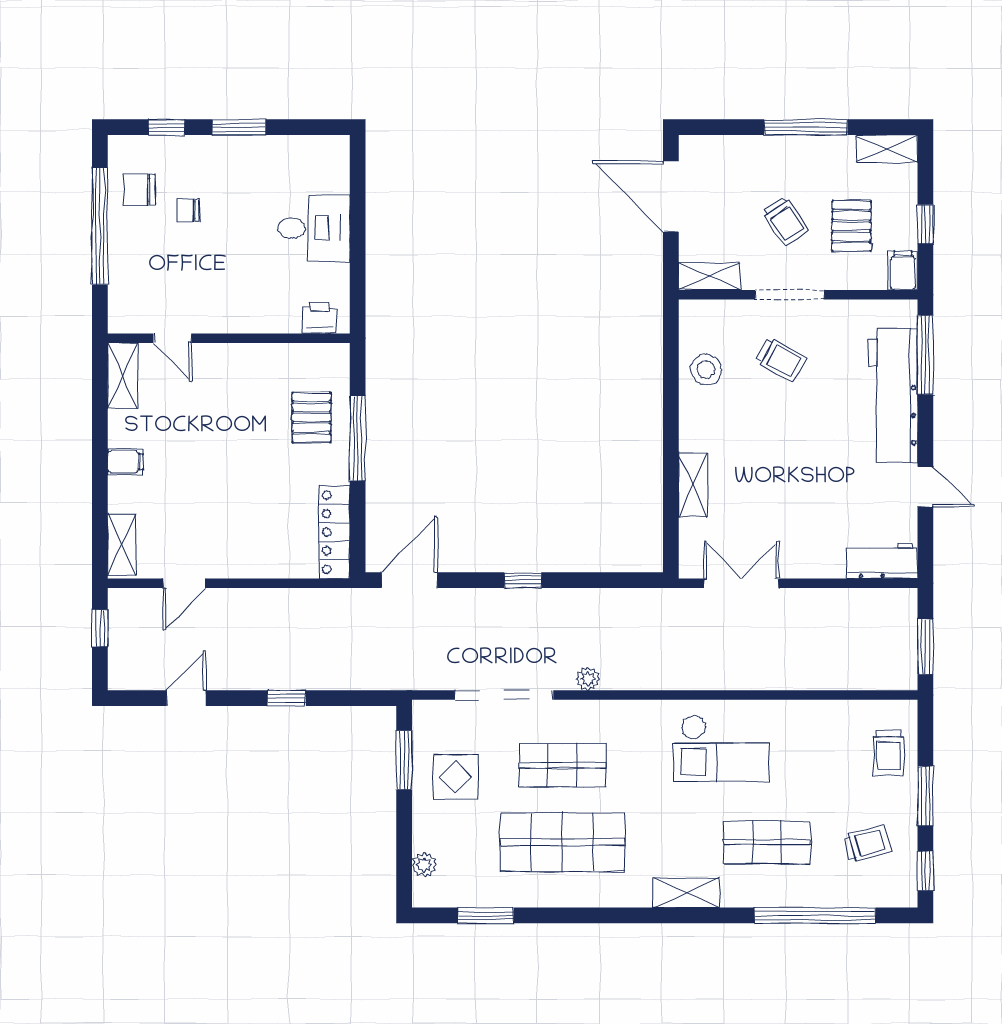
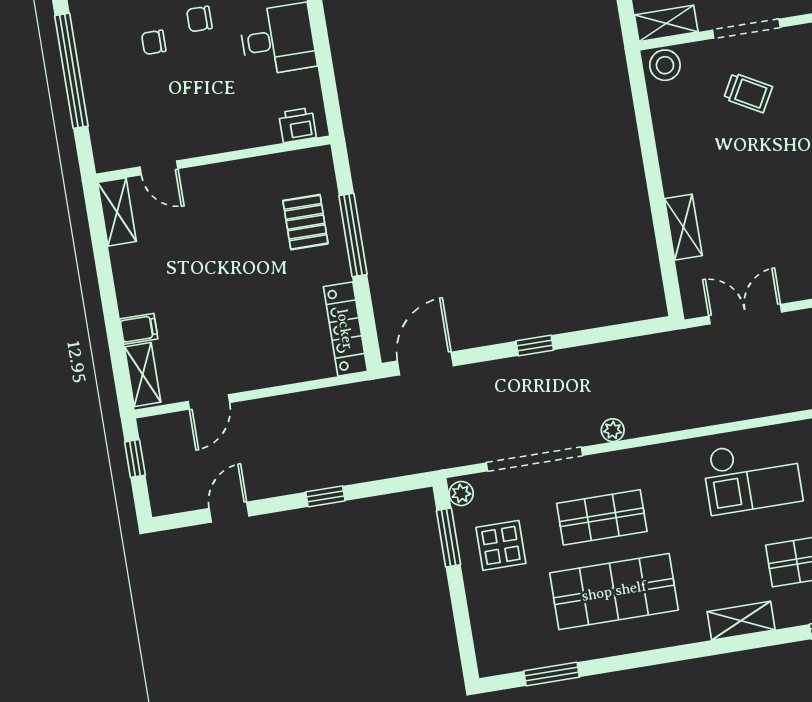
chair: (139, 190) -> (199, 19), moved, width x0.73, depth x0.73
stool: (706, 370) -> (665, 65), moved
filing cabinet: (125, 462) -> (139, 329), moved
plant: (424, 865) -> (461, 493), moved

